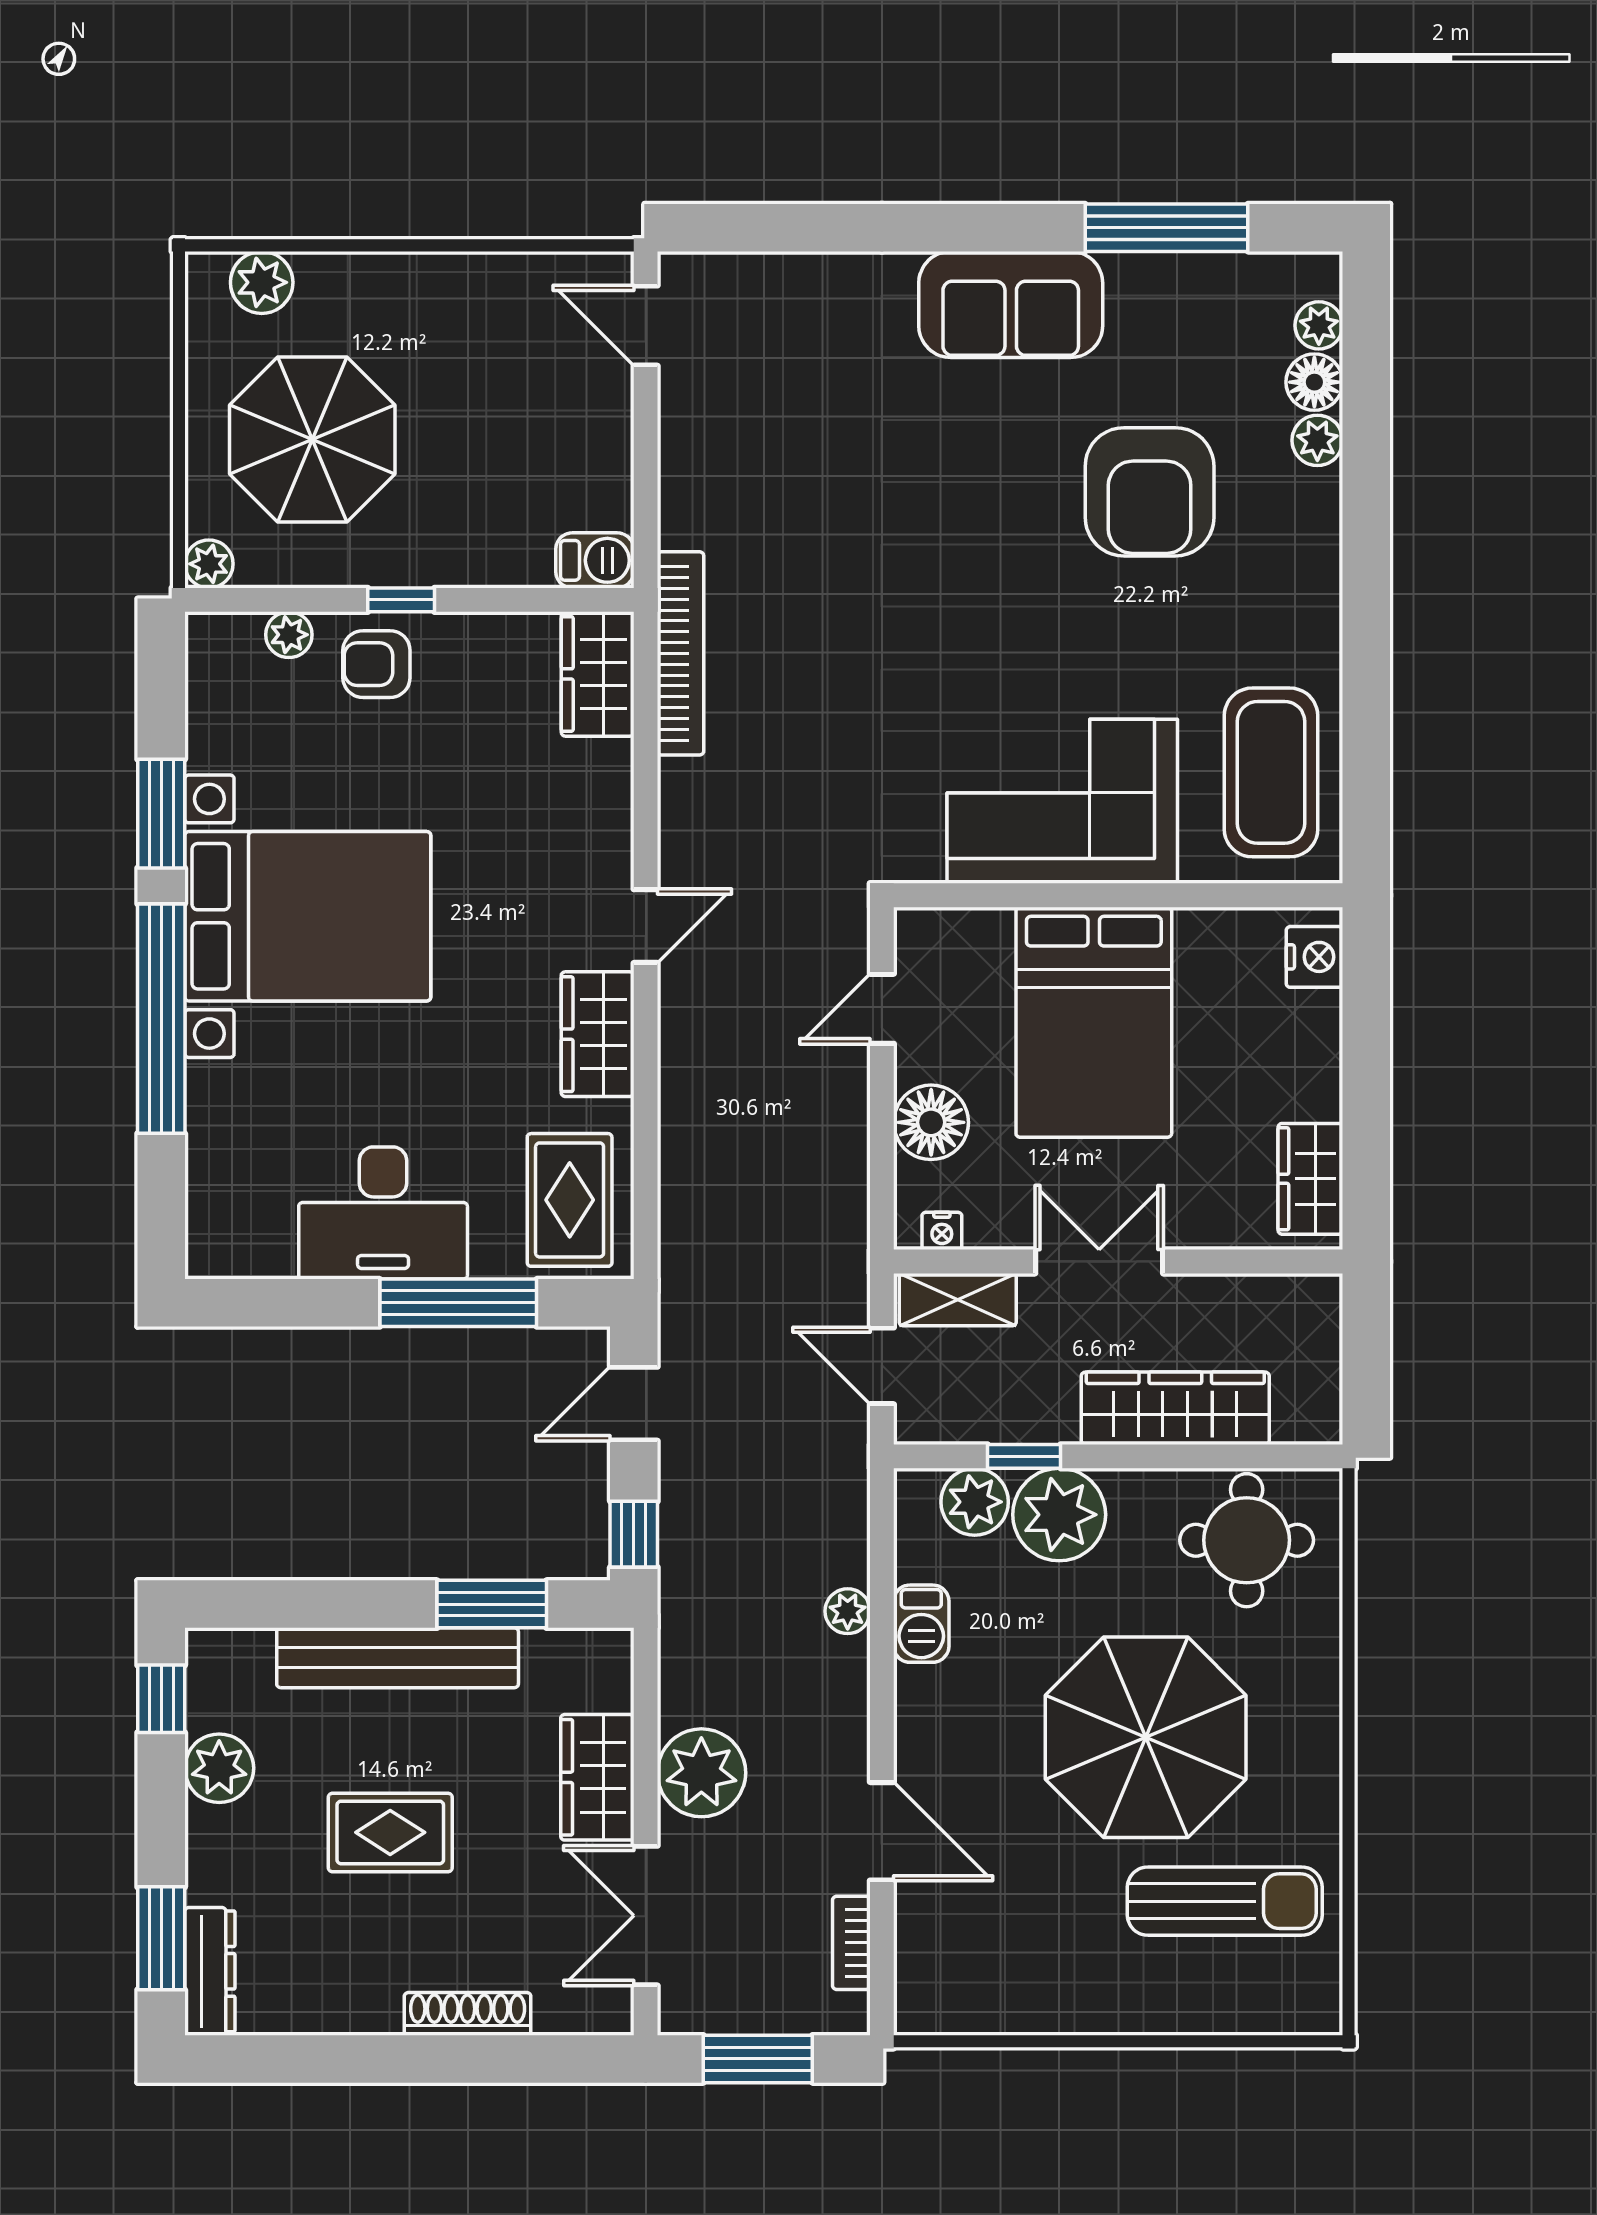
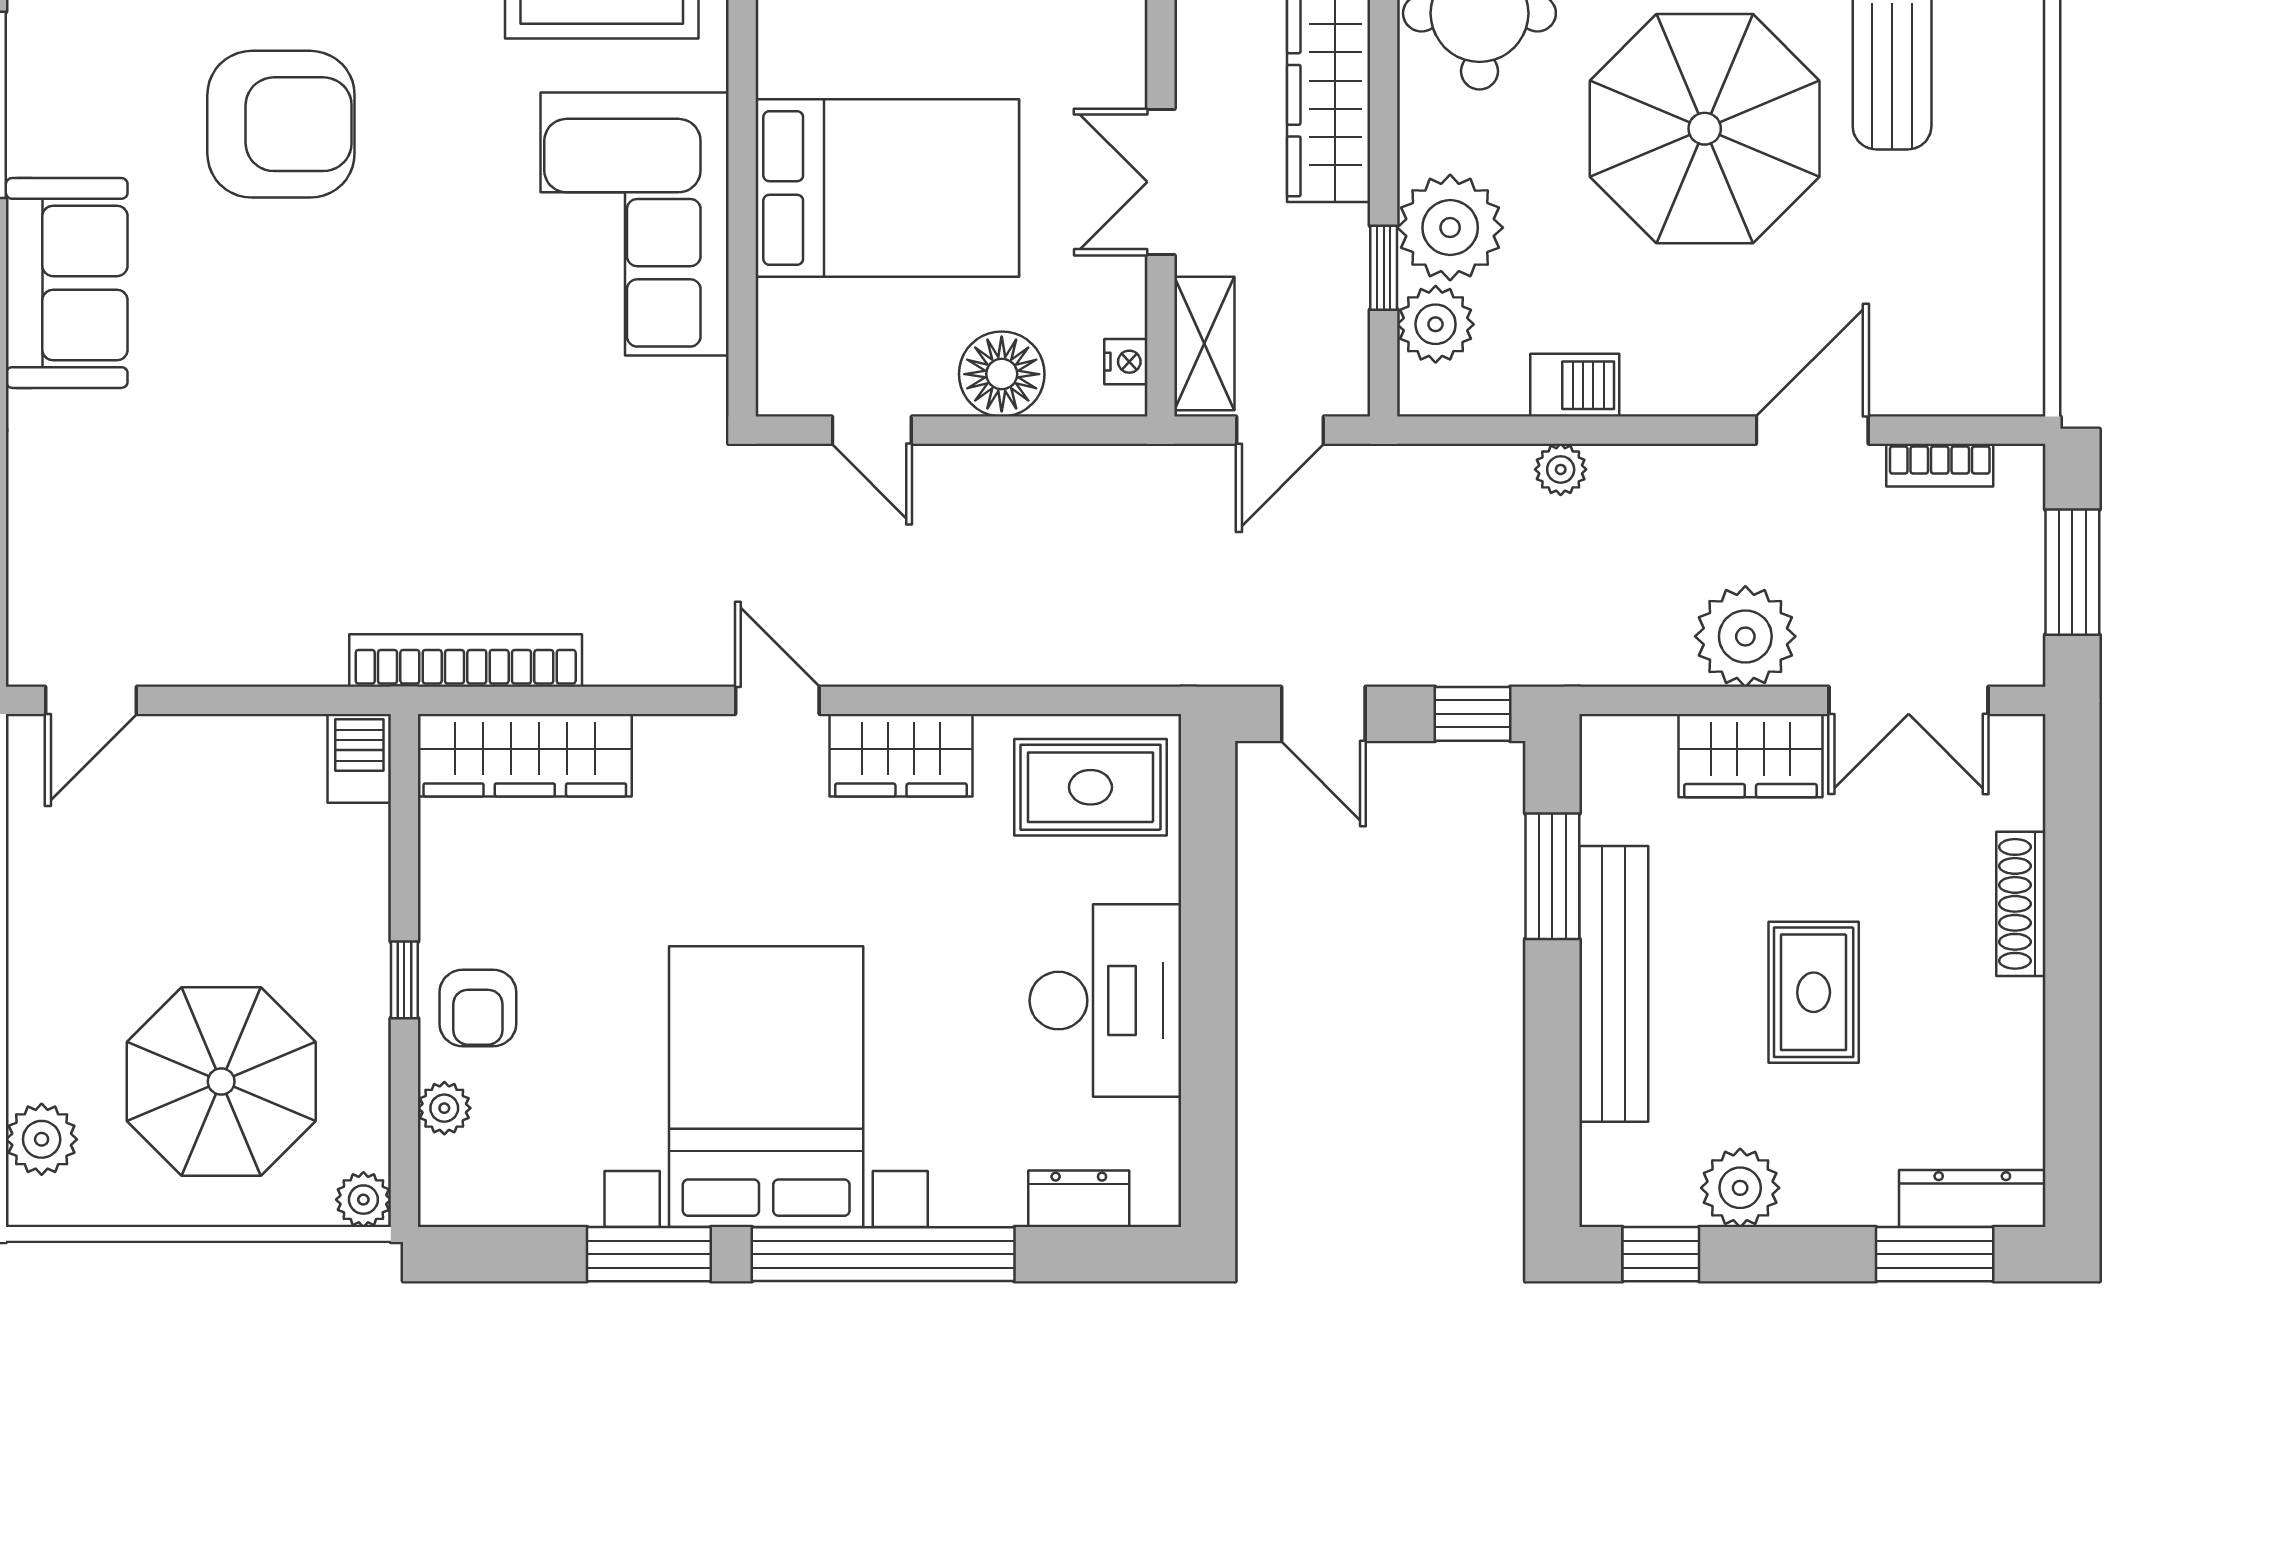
wardrobe: (598, 674) -> (525, 755), width x1.50
dresser: (210, 1190) -> (1079, 1199), added
window: (458, 1303) -> (1208, 915), removed

